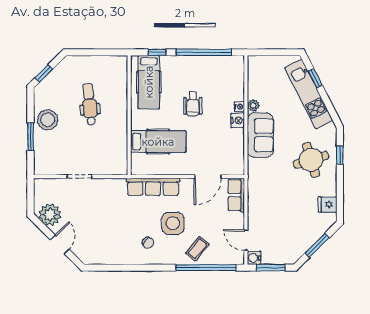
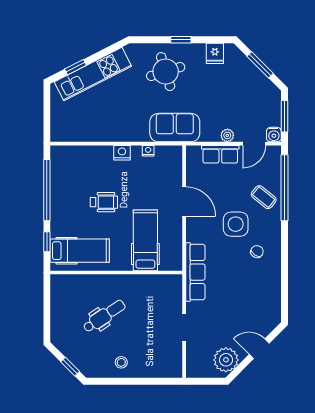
dental chair: (90, 104) -> (104, 316), turned 152
plant: (253, 105) -> (227, 135), moved
nightstand: (239, 107) -> (148, 151), moved
stool: (48, 120) -> (121, 362), width x0.53, depth x0.53
sofa: (260, 135) -> (175, 128), moved
window: (31, 137) -> (140, 381), removed
window: (340, 155) -> (181, 40), moved
door: (208, 177) -> (184, 202), moved
row of seats: (153, 187) -> (195, 272), moved
row of seats: (236, 195) -> (220, 154), moved

